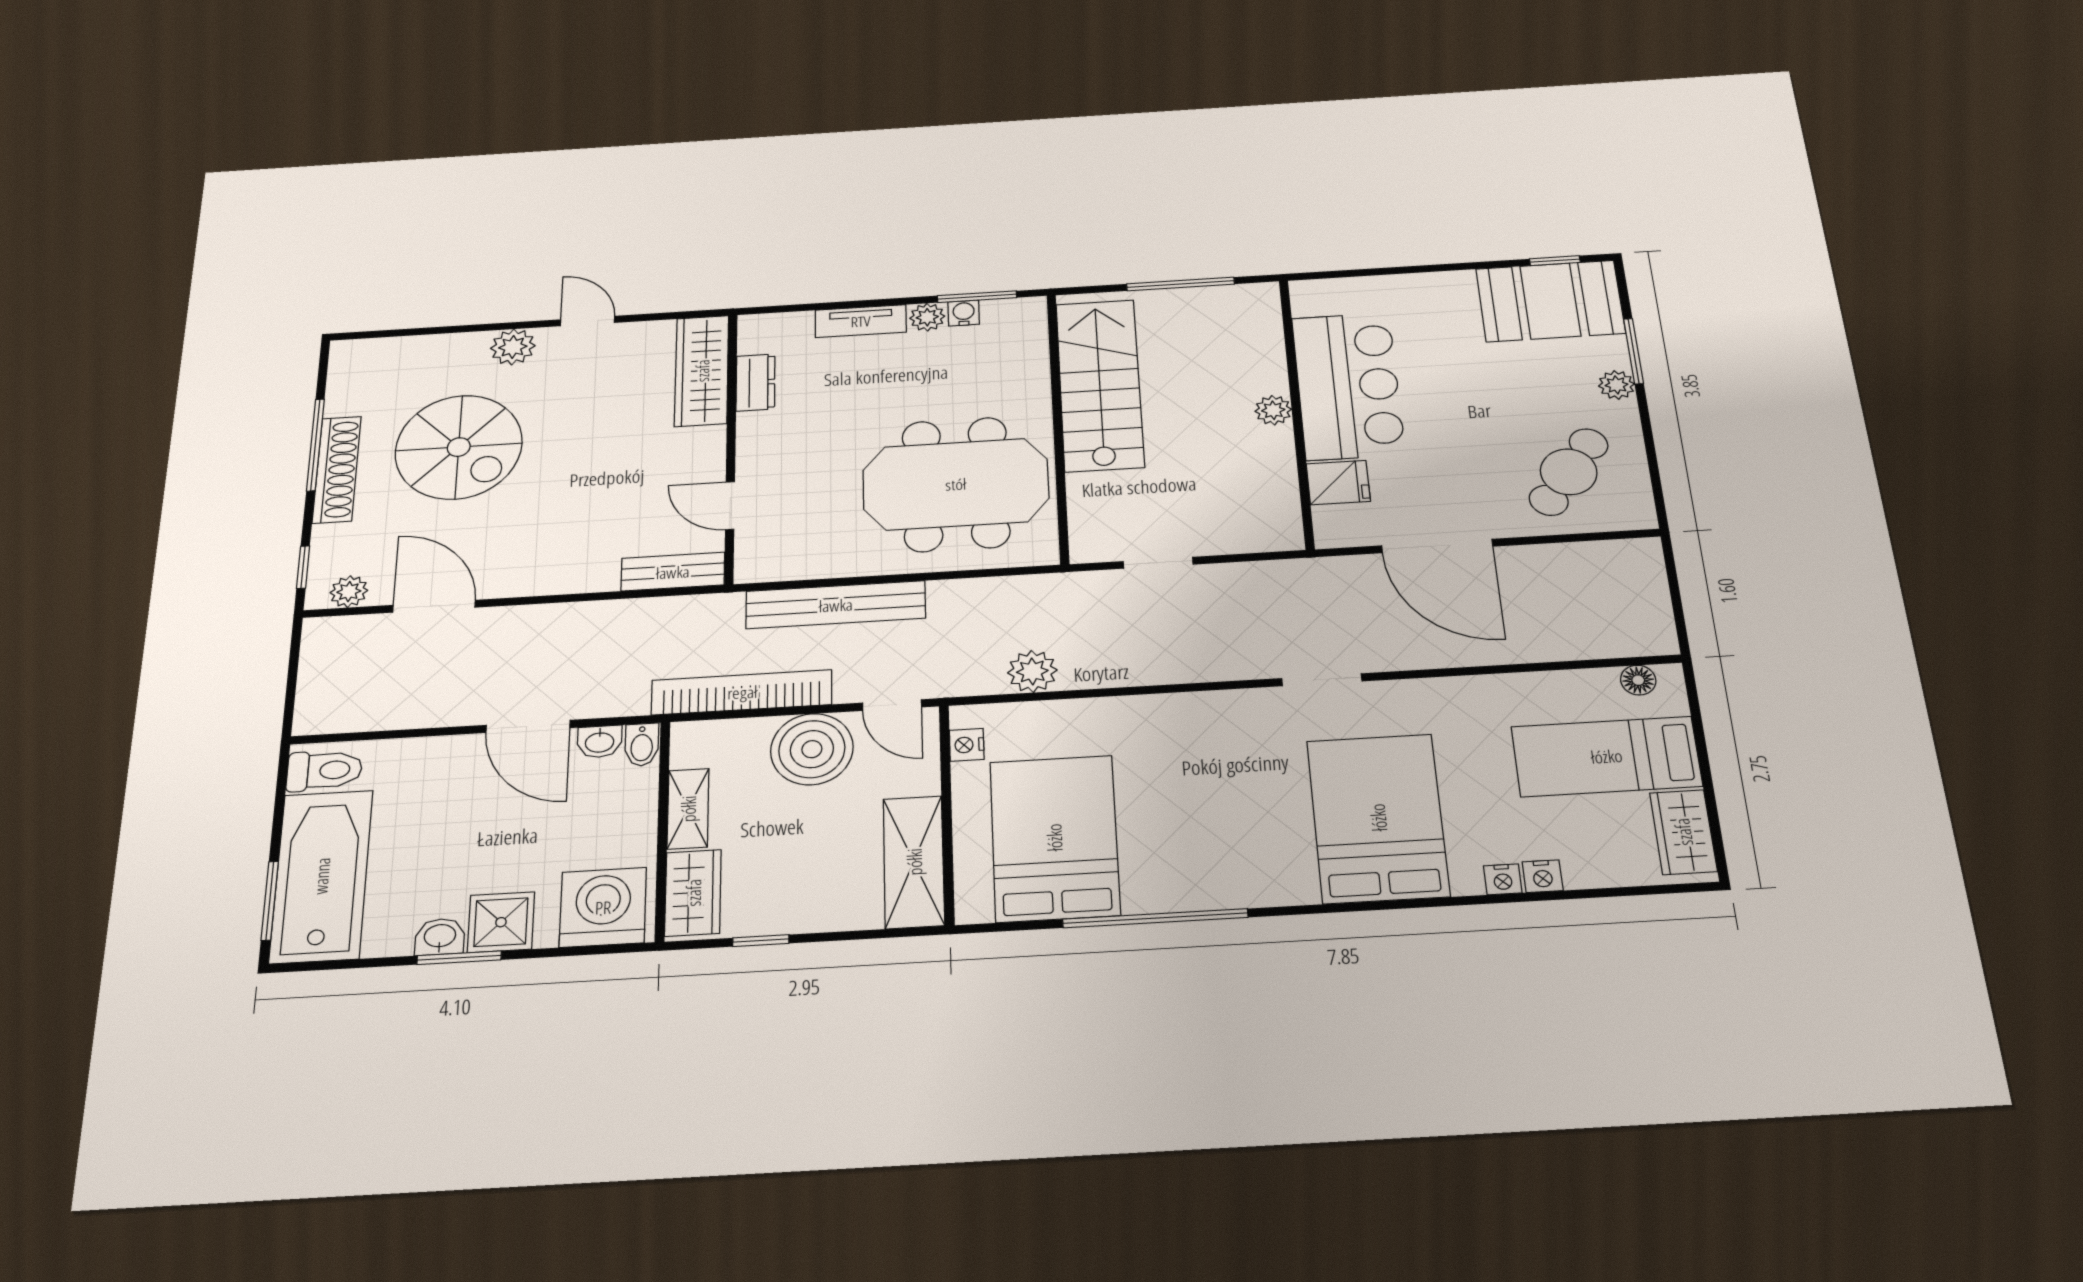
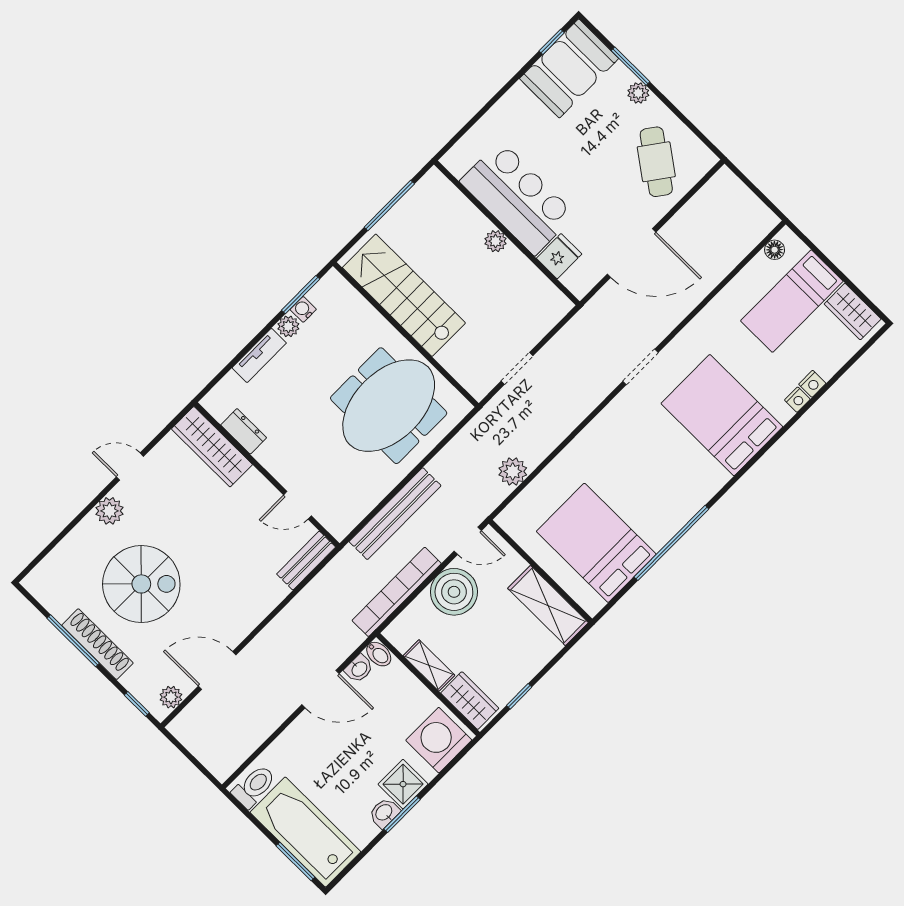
nightstand: (967, 745) -> (518, 532), removed

